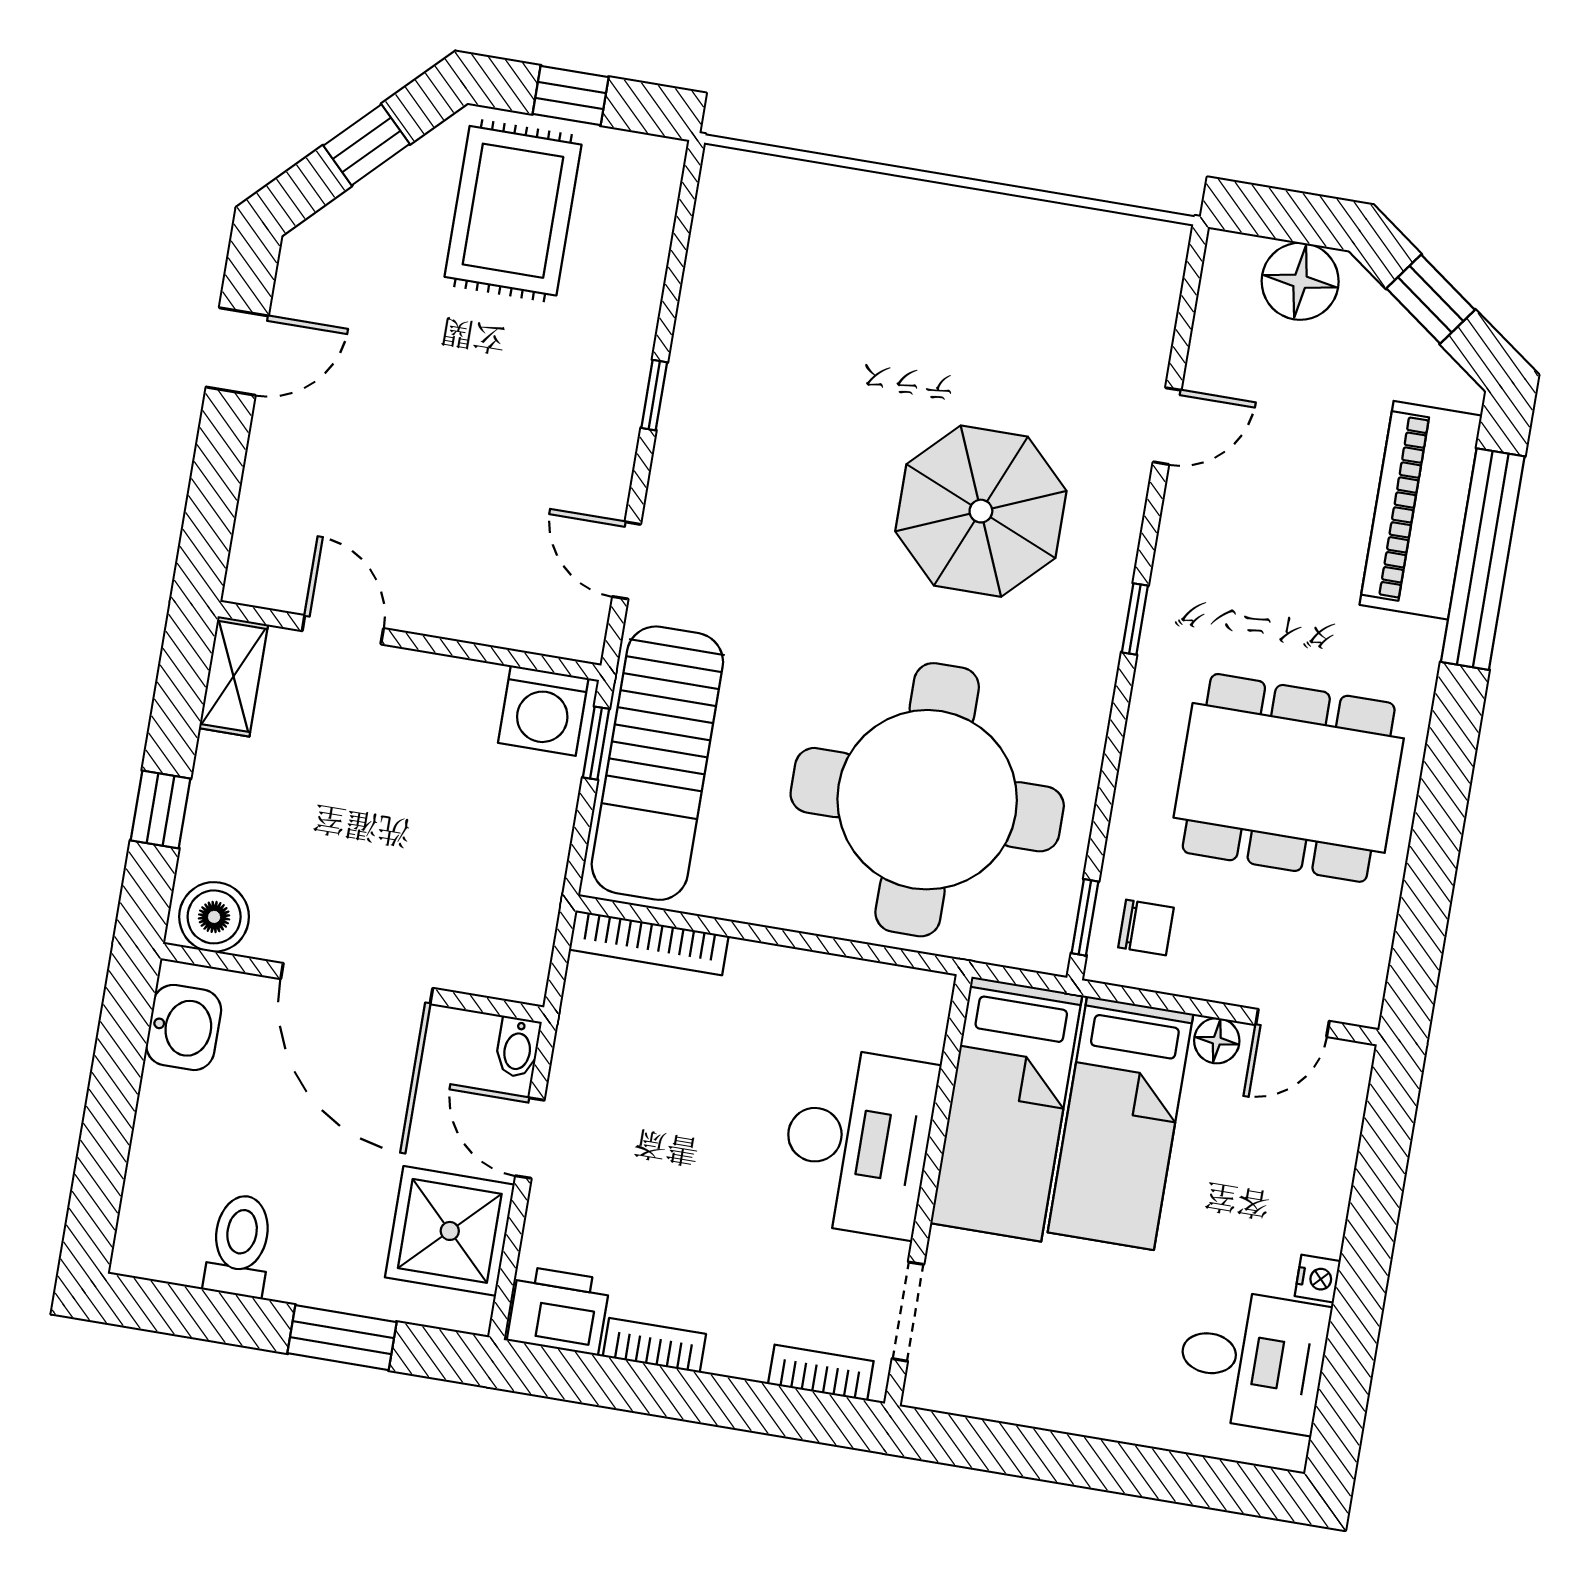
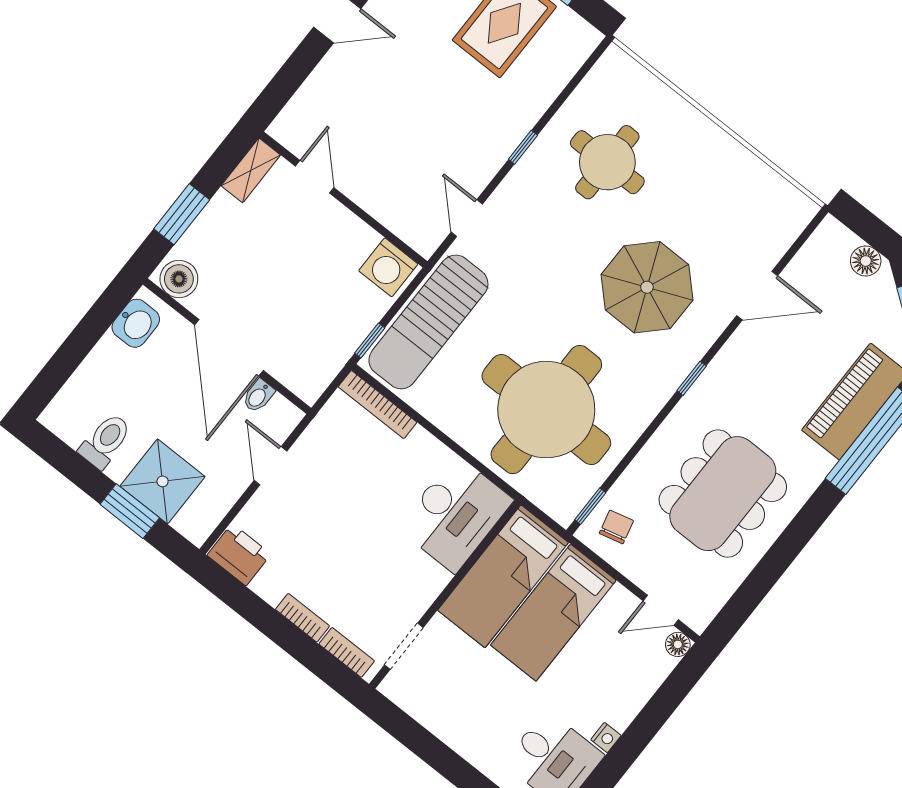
floor lamp: (1300, 281) -> (866, 261), width x0.73, depth x0.73
round table: (805, 344) -> (607, 162), added
door: (1167, 426) -> (757, 296), width x1.38
window: (596, 743) -> (370, 341), moved
dining table: (1289, 778) -> (723, 494), turned 90
window: (161, 809) -> (182, 214), width x1.50
chair: (1146, 928) -> (616, 527), turned -104
floor lamp: (1217, 1041) -> (678, 644), moved
bidet: (518, 1047) -> (258, 396), moved
desk: (858, 1142) -> (455, 514), moved
shower: (450, 1231) -> (163, 481), moved
bookcase: (654, 1345) -> (302, 618), moved

